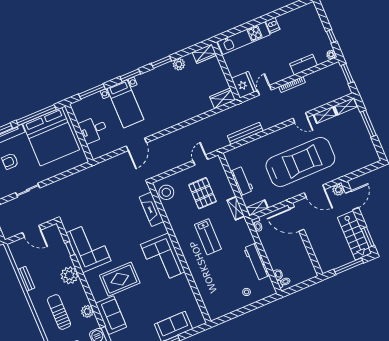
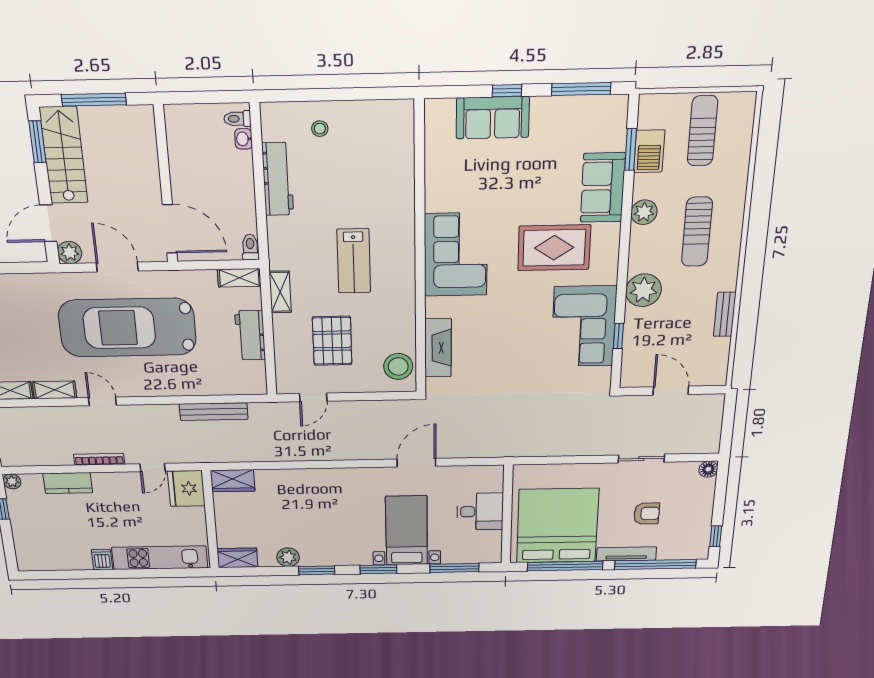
lab bench: (208, 237) -> (354, 261), turned 180

